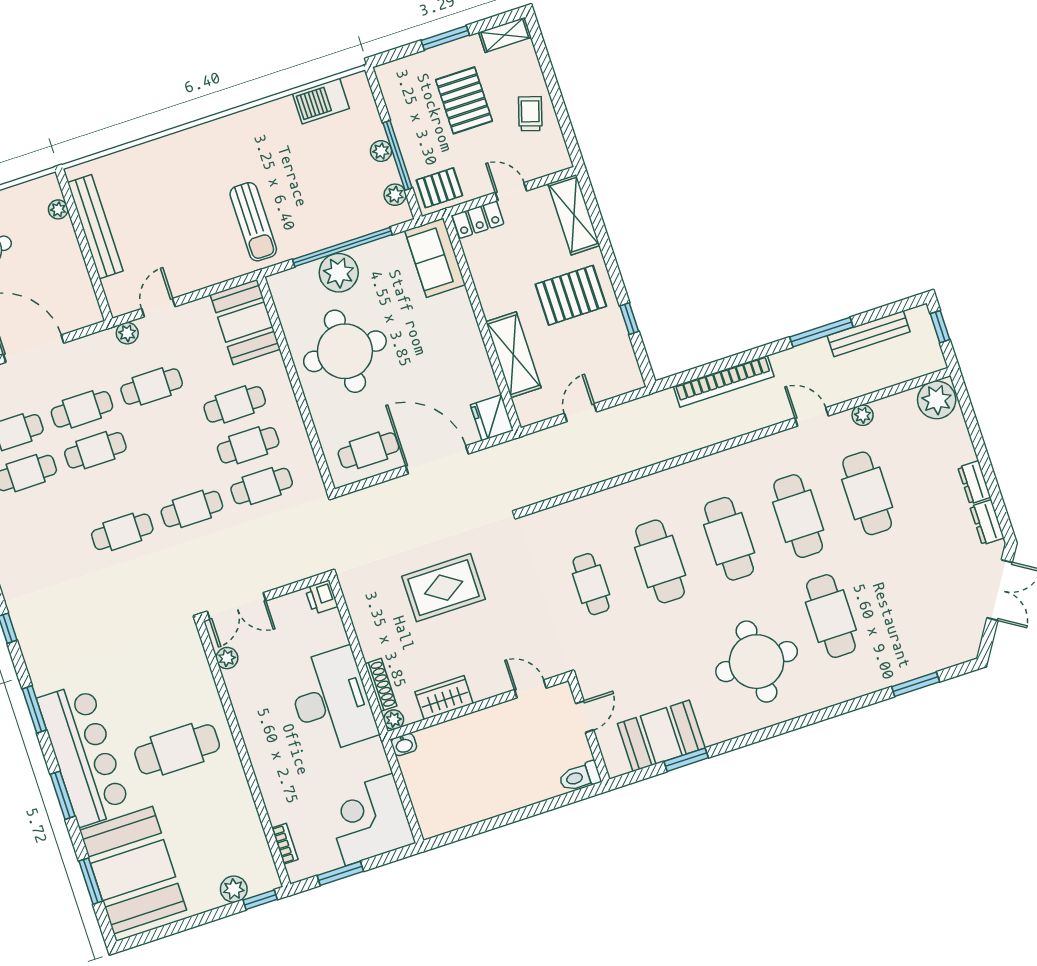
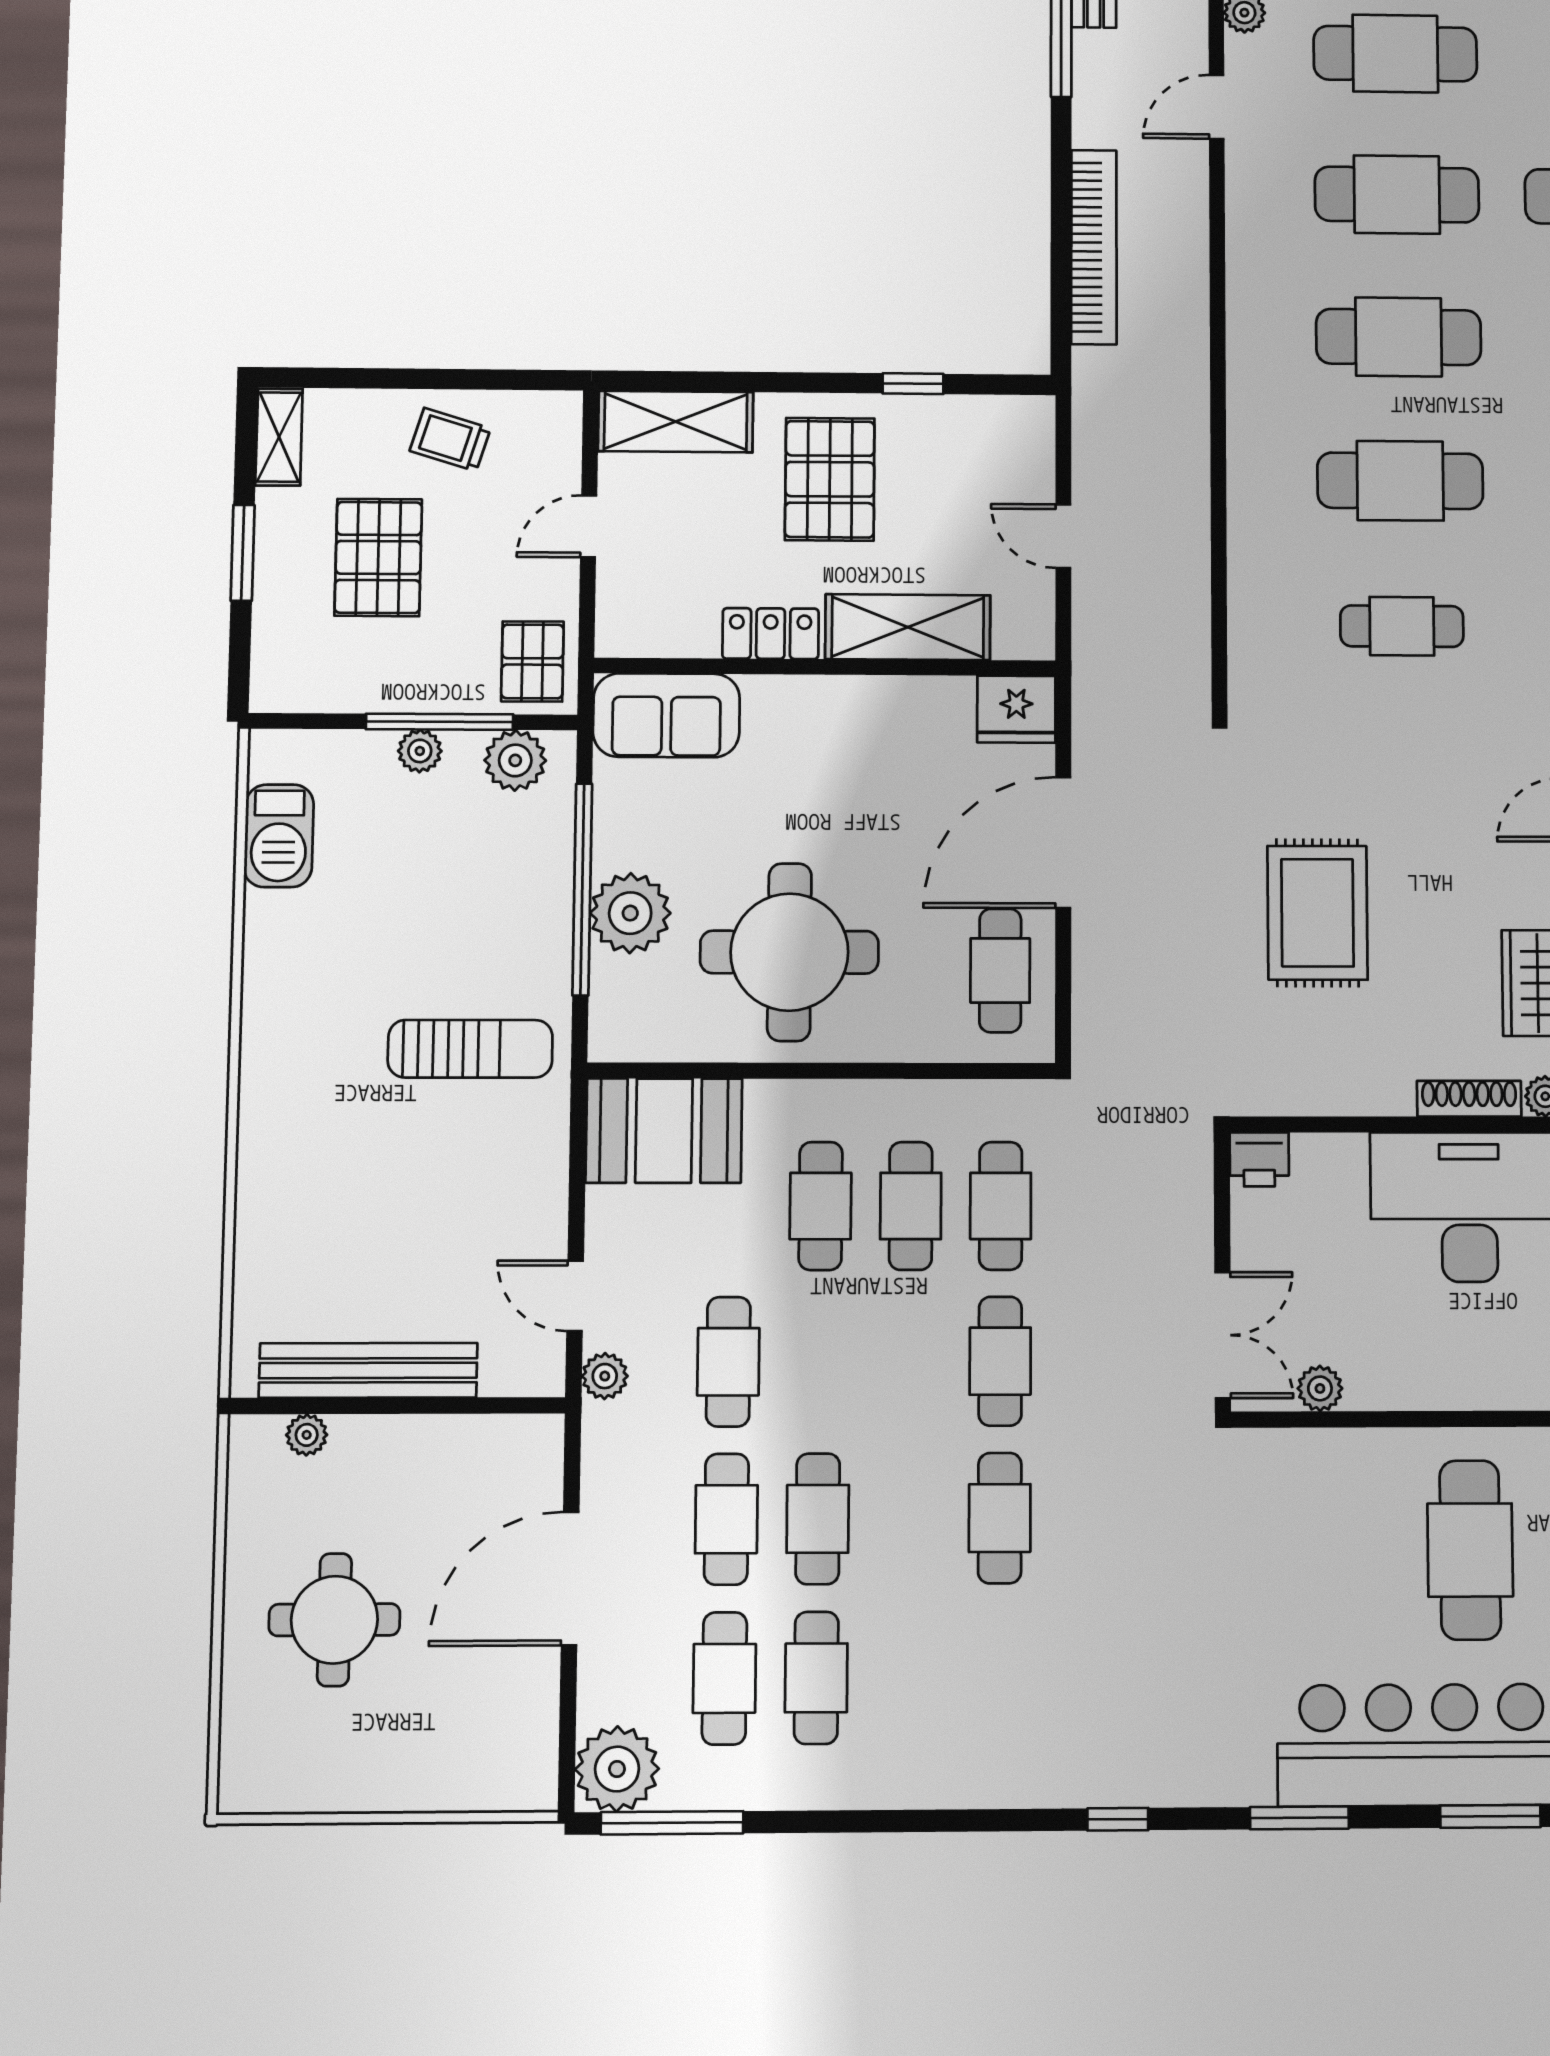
pallet: (464, 100) -> (378, 557), turned 90
plant: (395, 195) -> (515, 760), width x1.38, depth x1.38
locker: (478, 220) -> (771, 634), moved, turned -90

